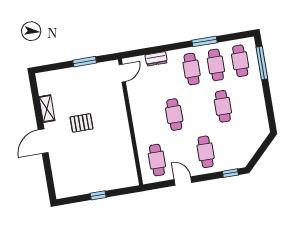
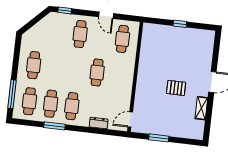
cafe table: (223, 106) -> (34, 65), moved

